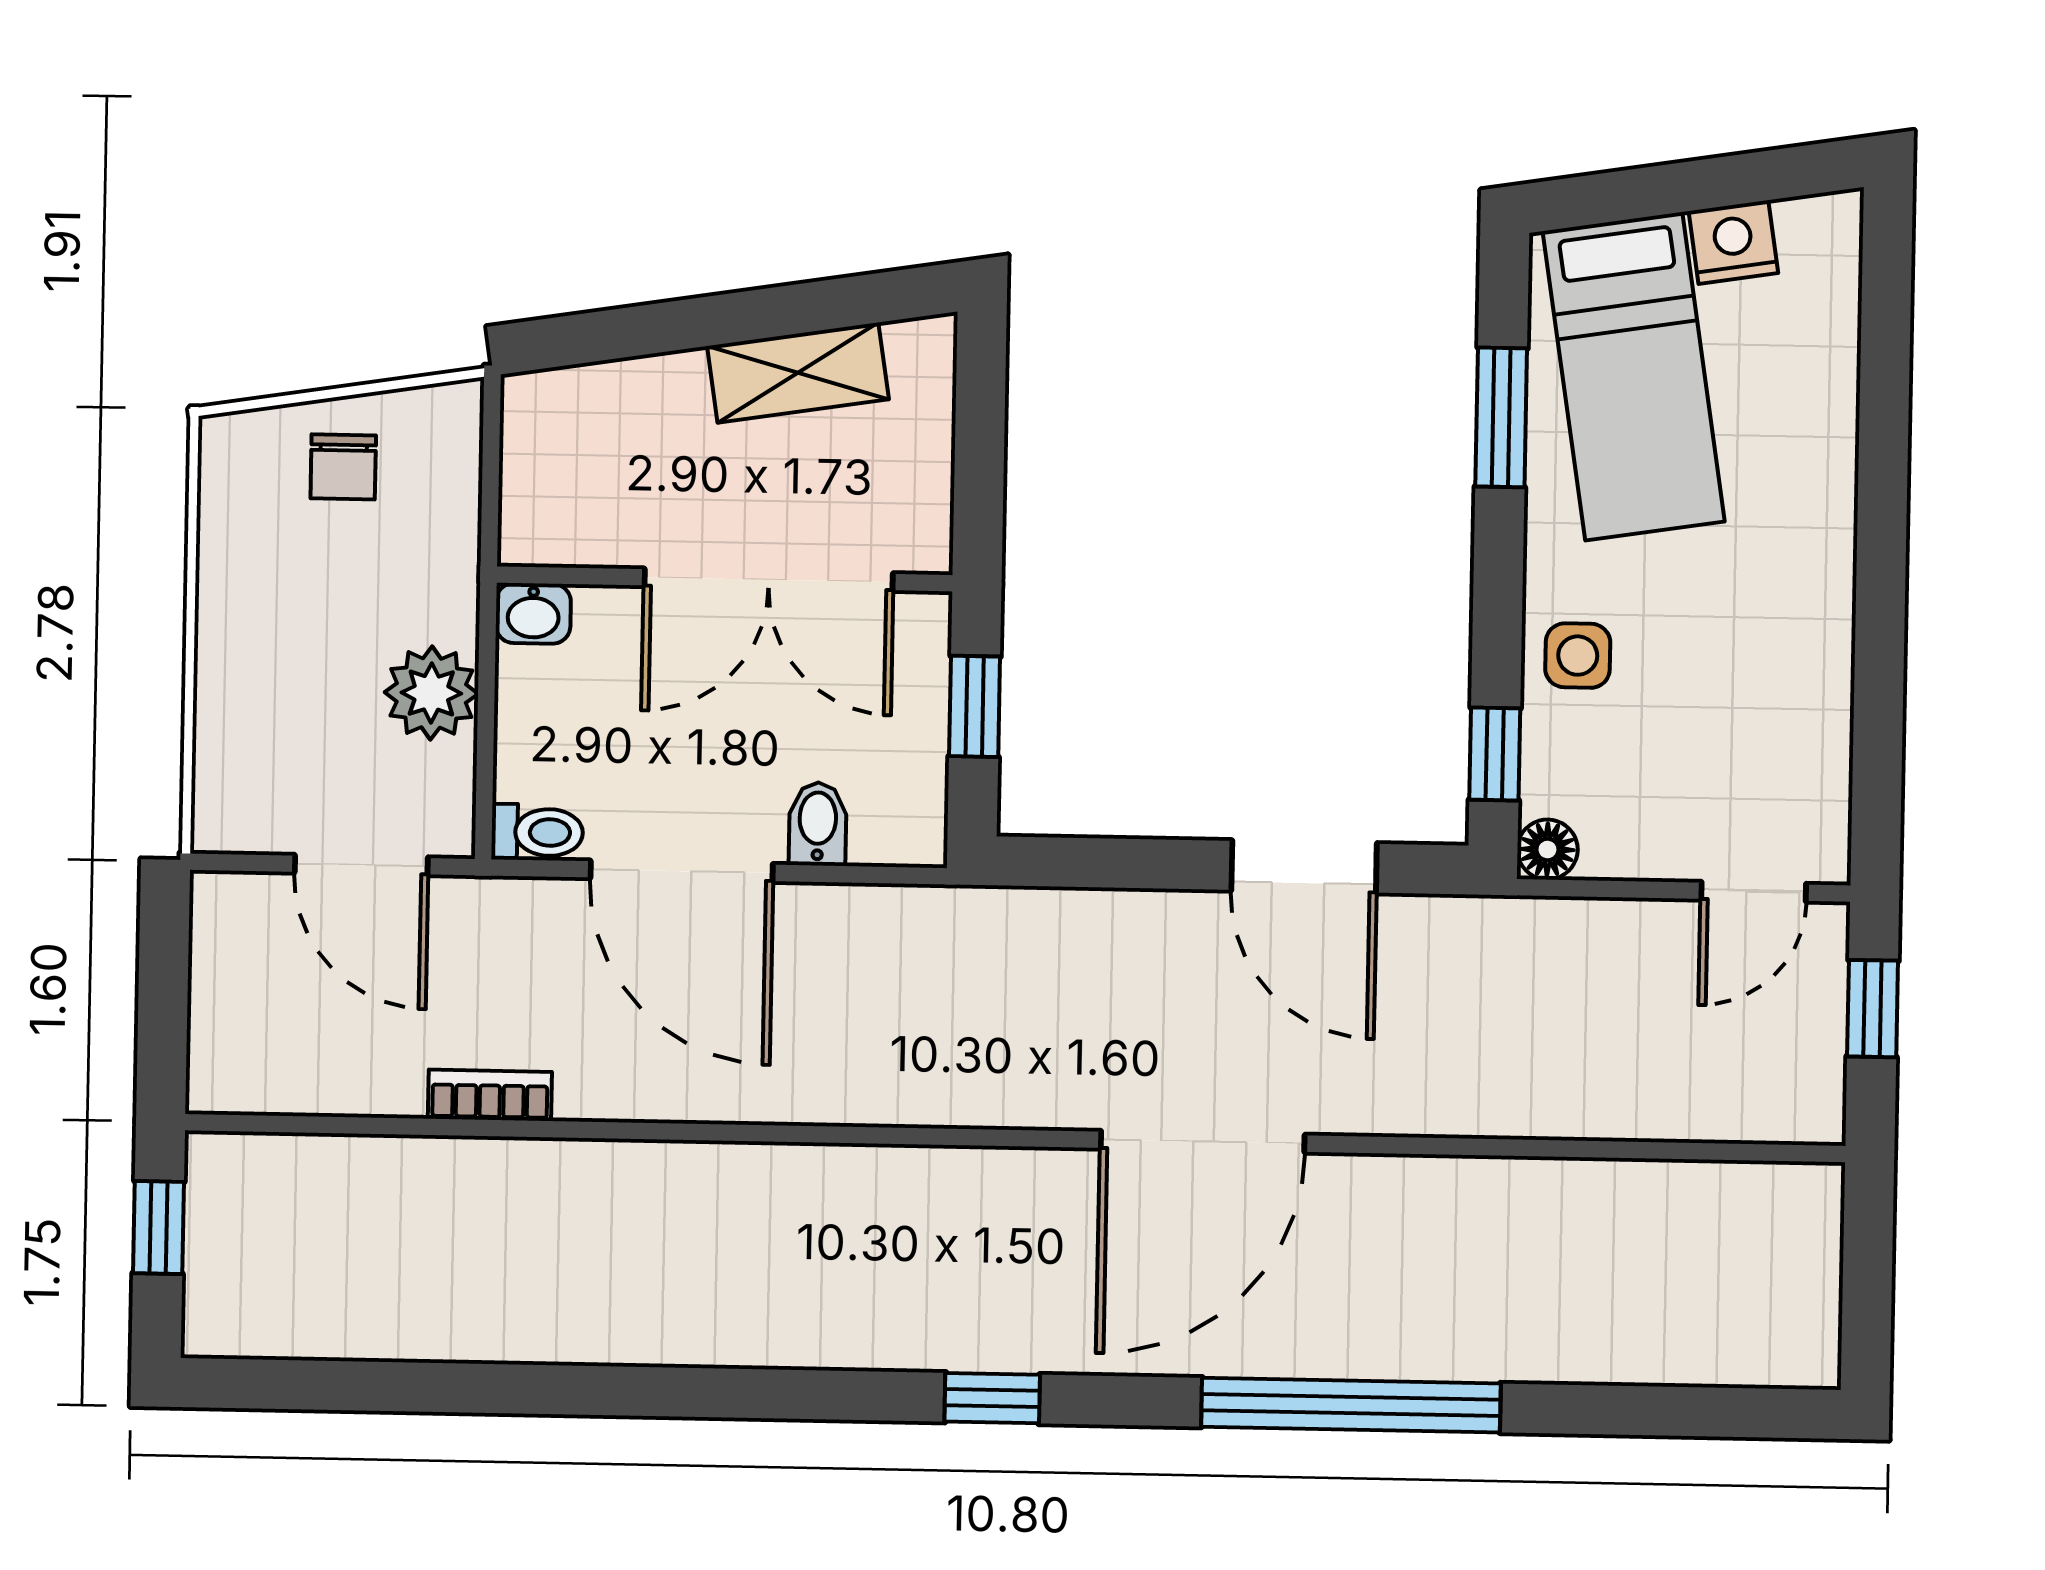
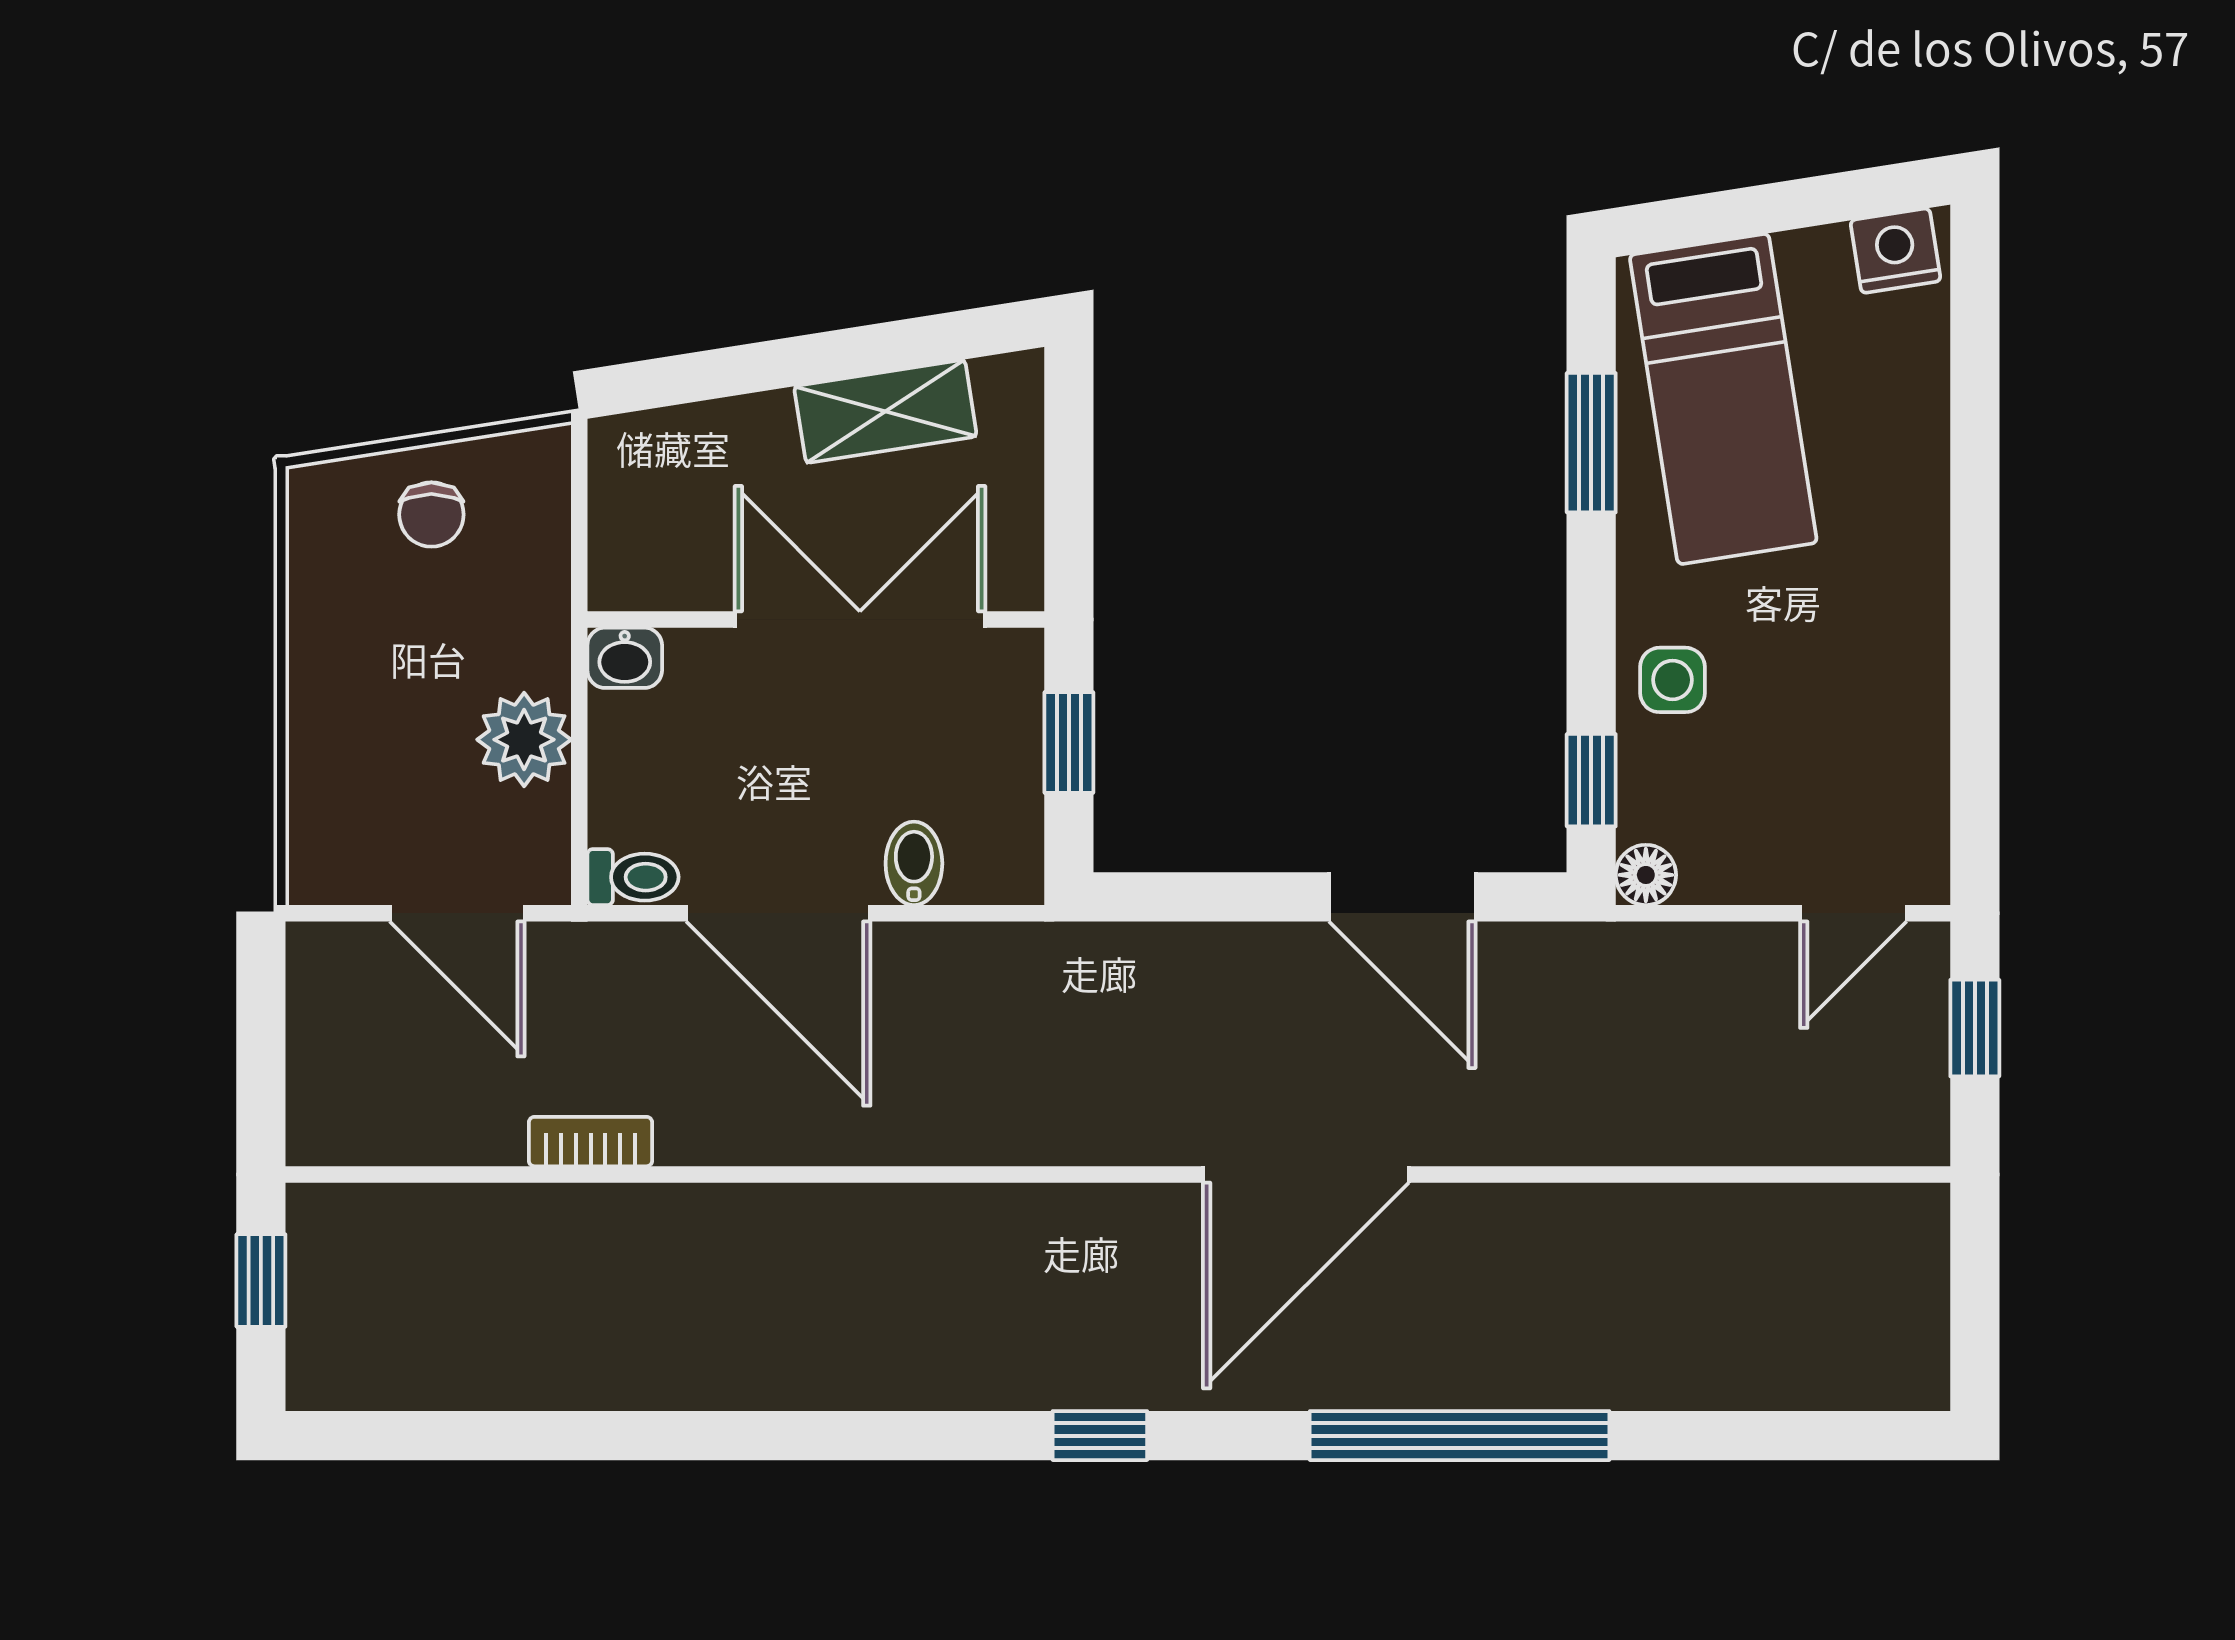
nightstand: (1733, 242) -> (1896, 251), moved
double door: (769, 580) -> (860, 619), swing flipped

